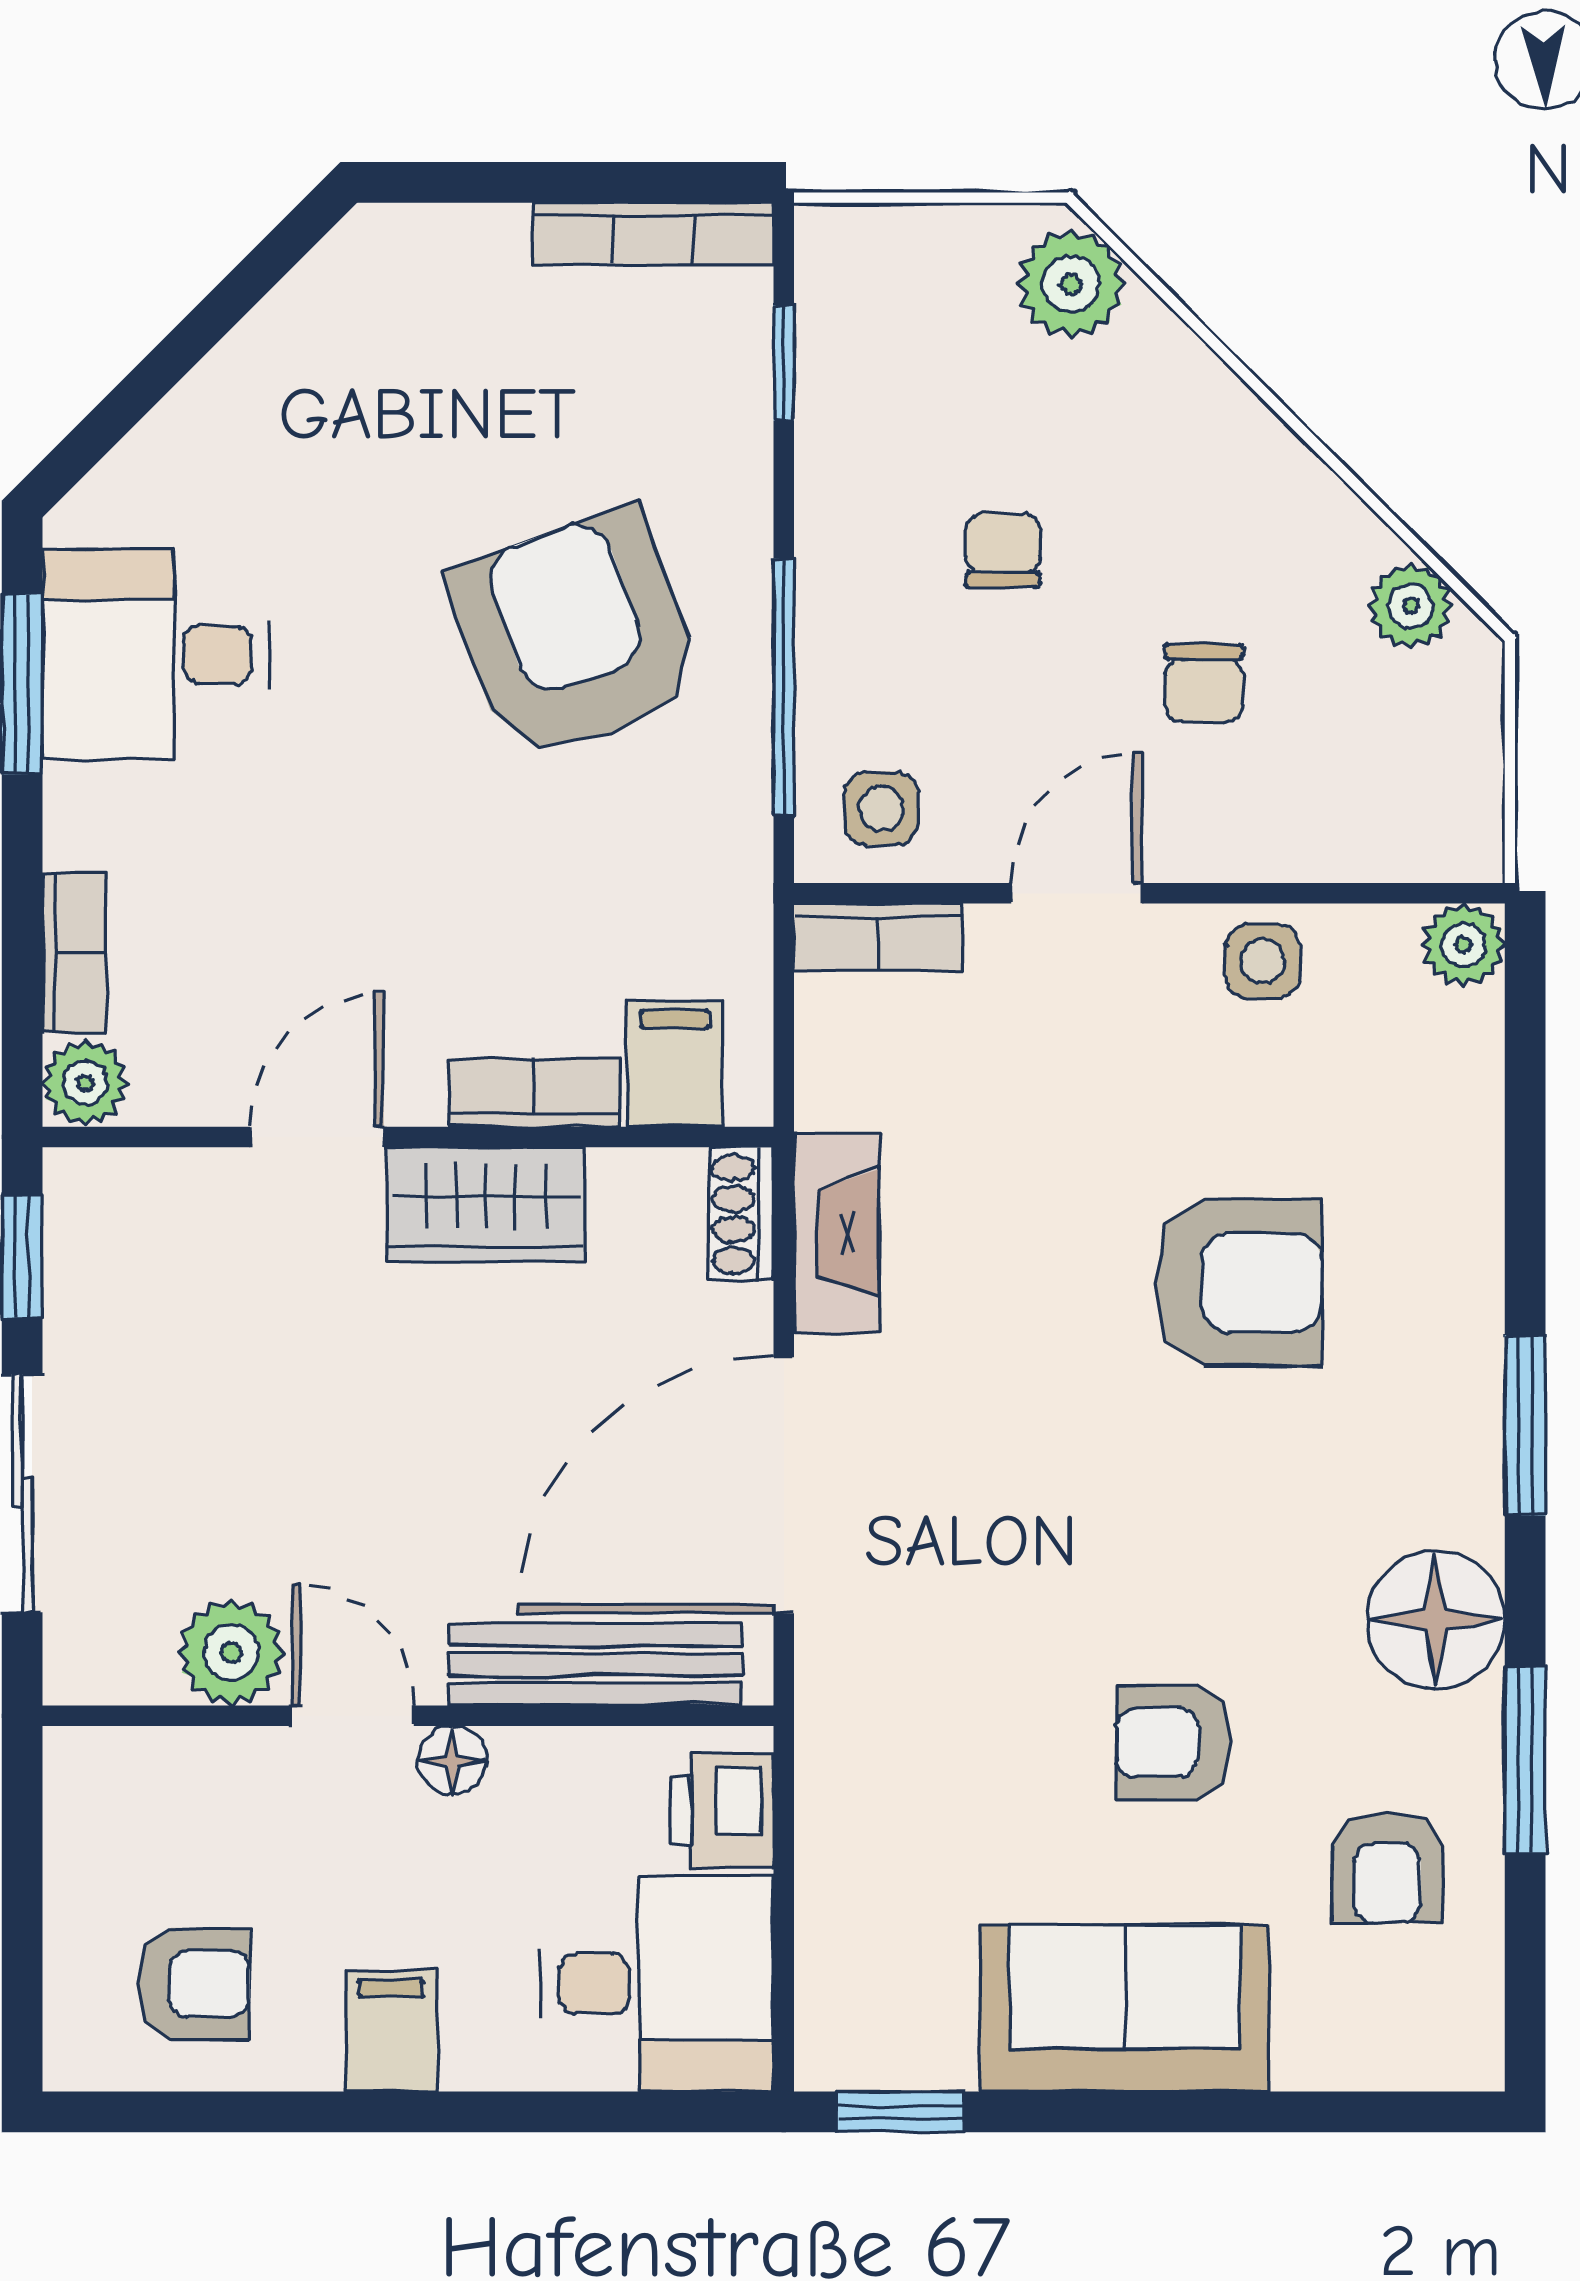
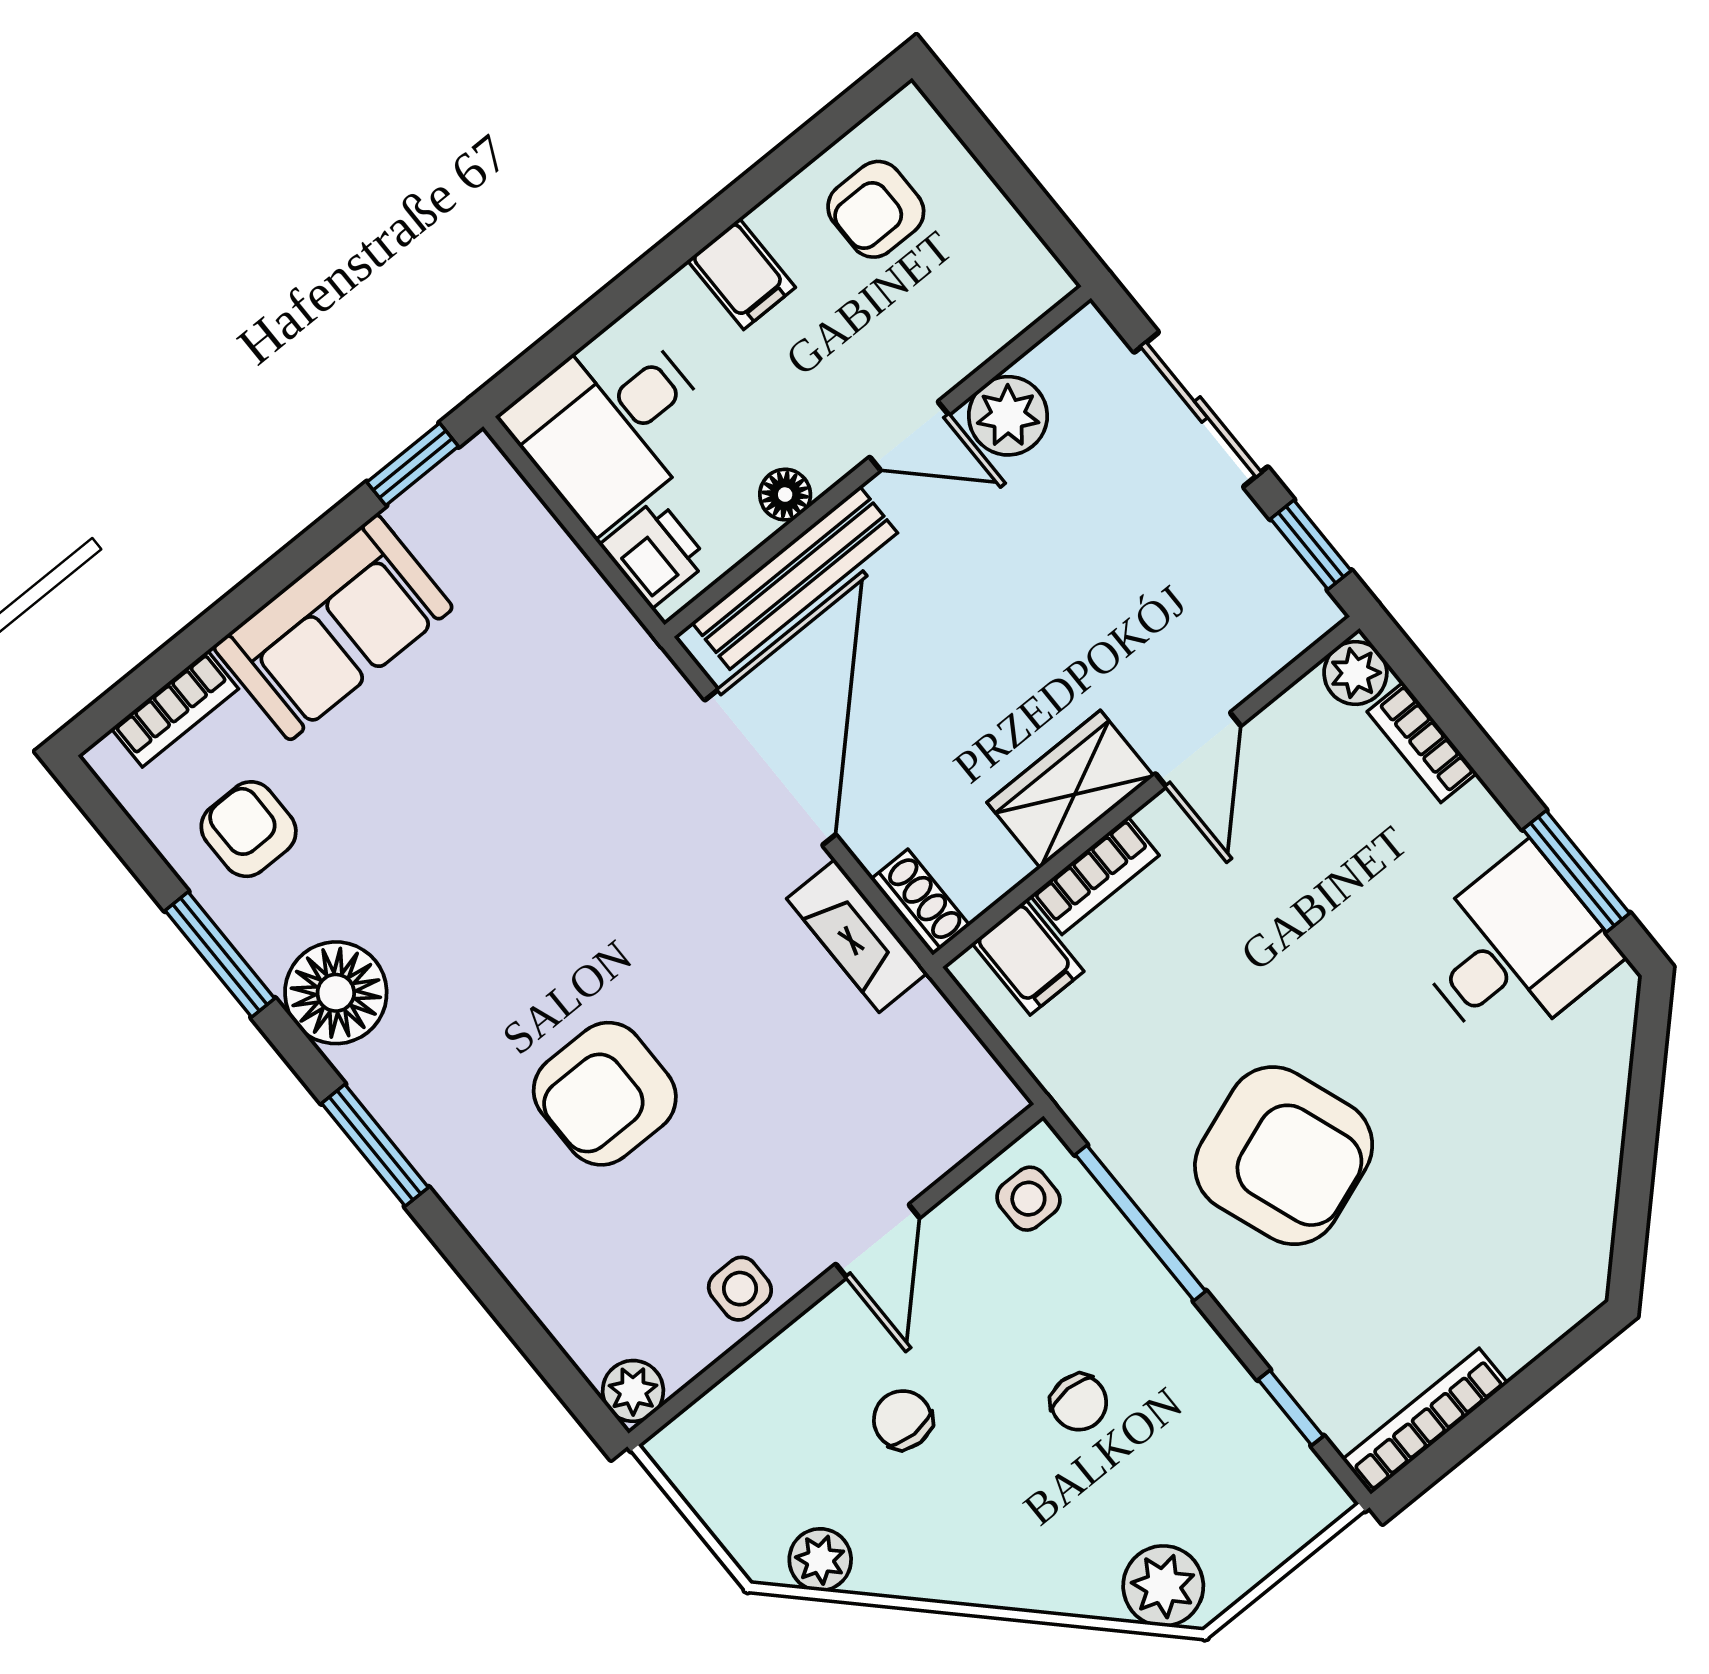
bookcase: (878, 937) -> (175, 709), moved, turned 180
armchair: (1173, 1742) -> (429, 801), removed
floor lamp: (452, 1760) -> (785, 495), moved

